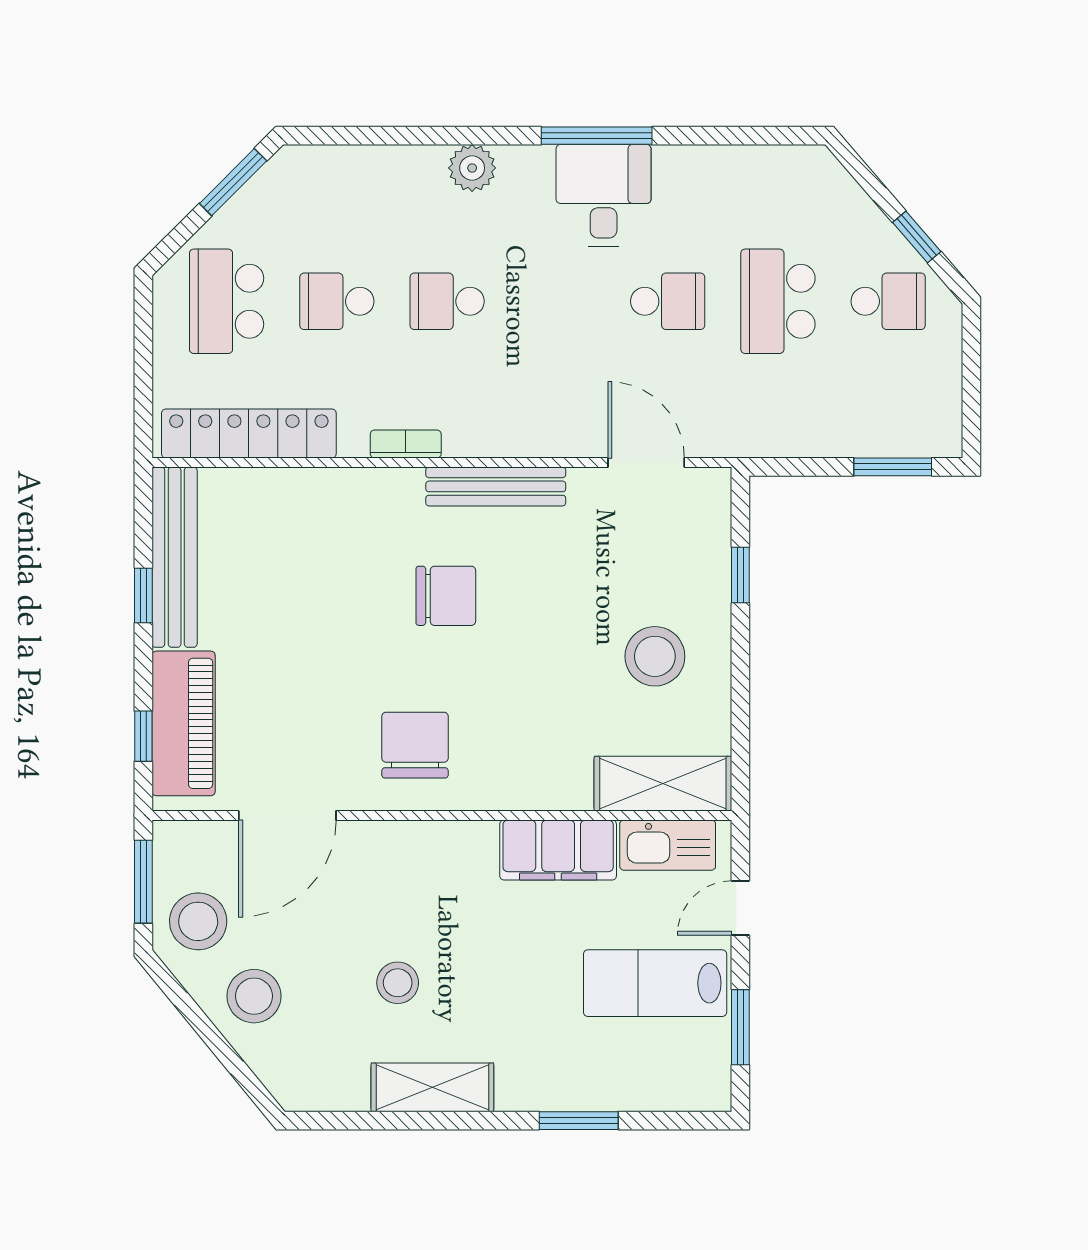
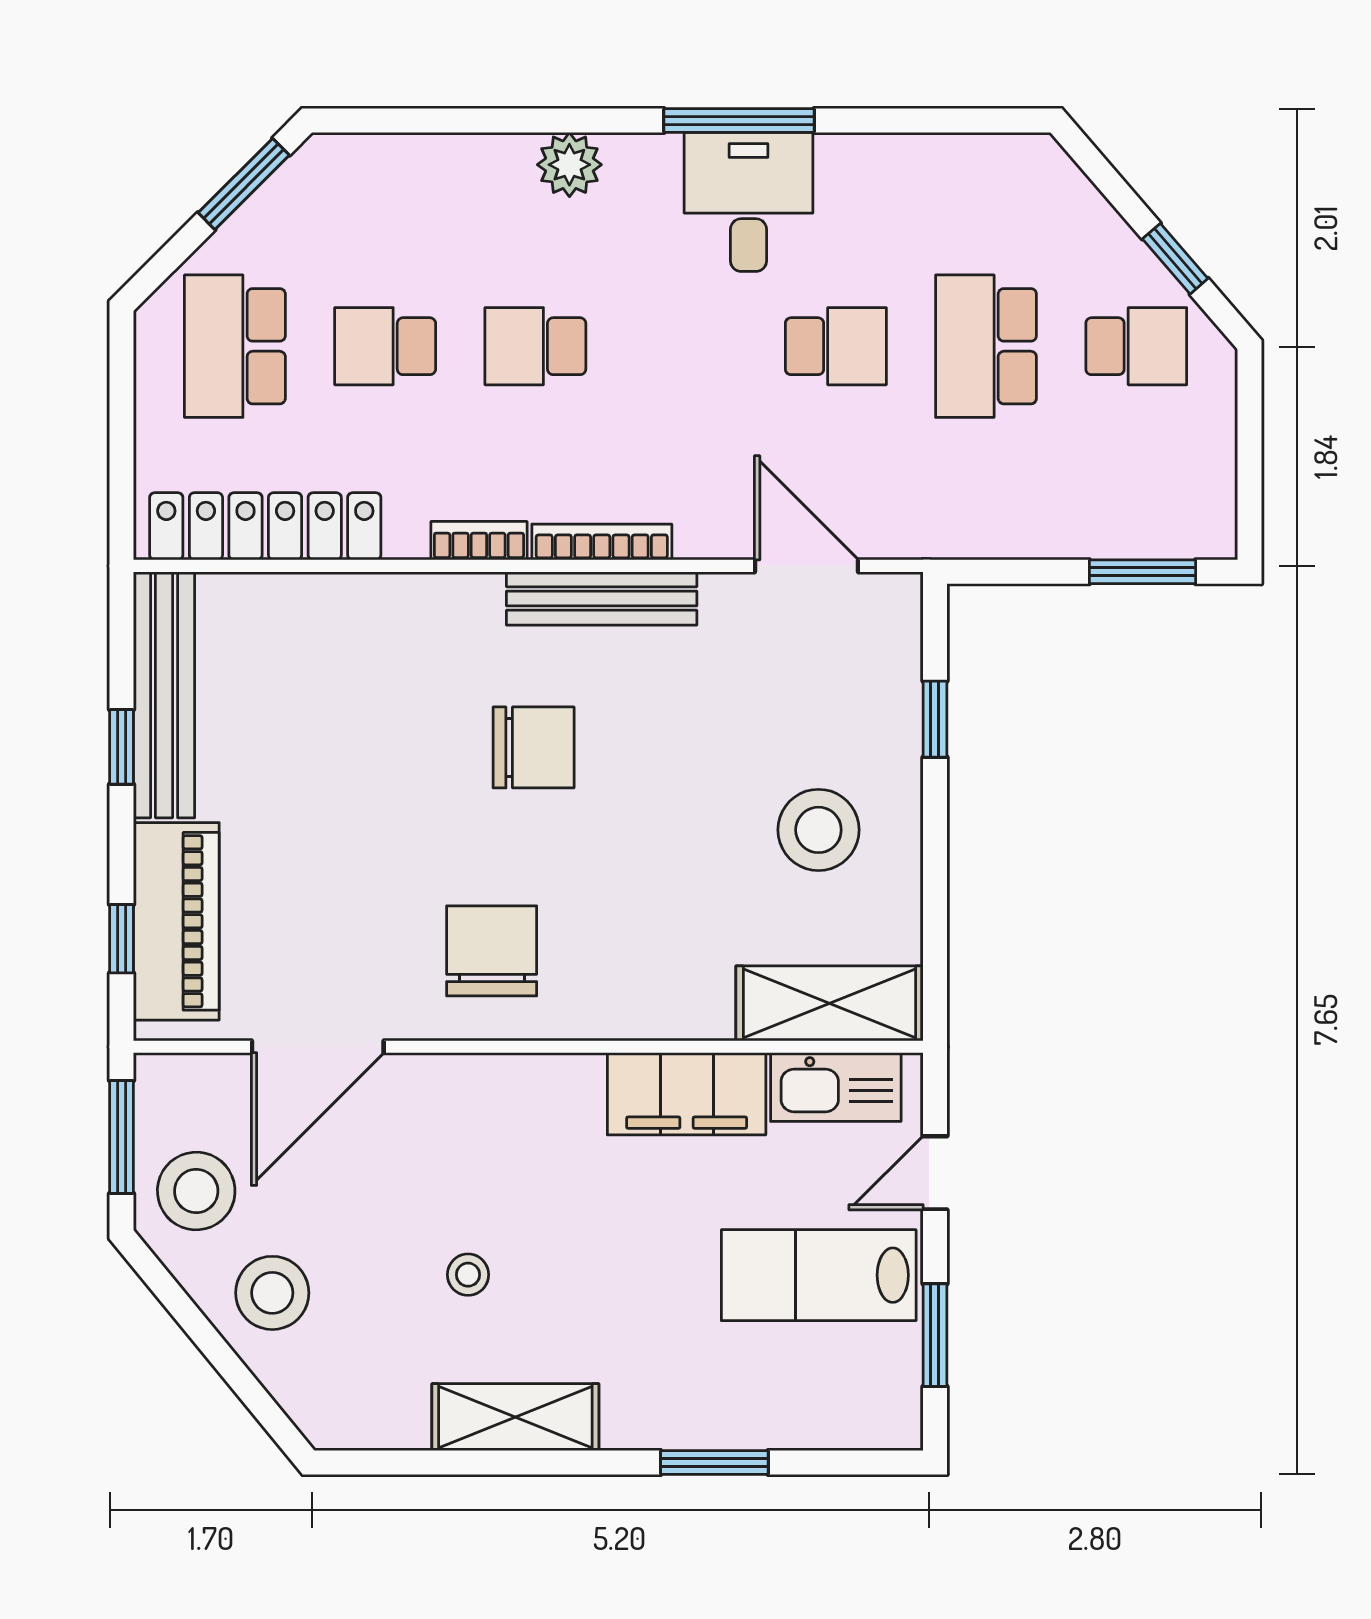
bookcase: (496, 445) -> (602, 542), added
stool: (398, 983) -> (468, 1275), width x0.73, depth x0.73

